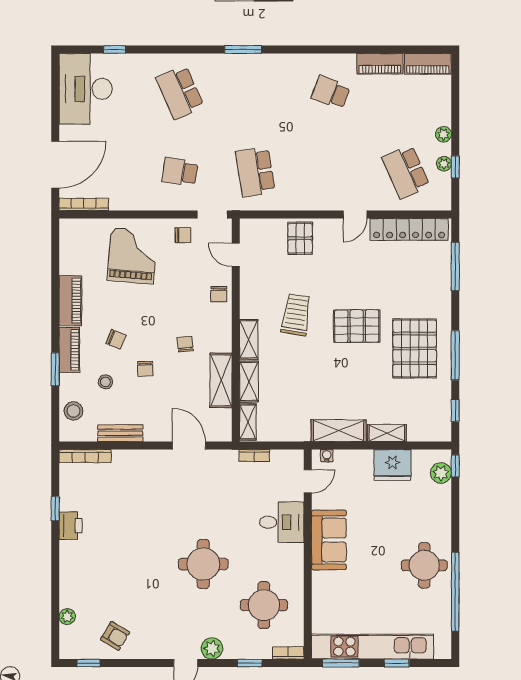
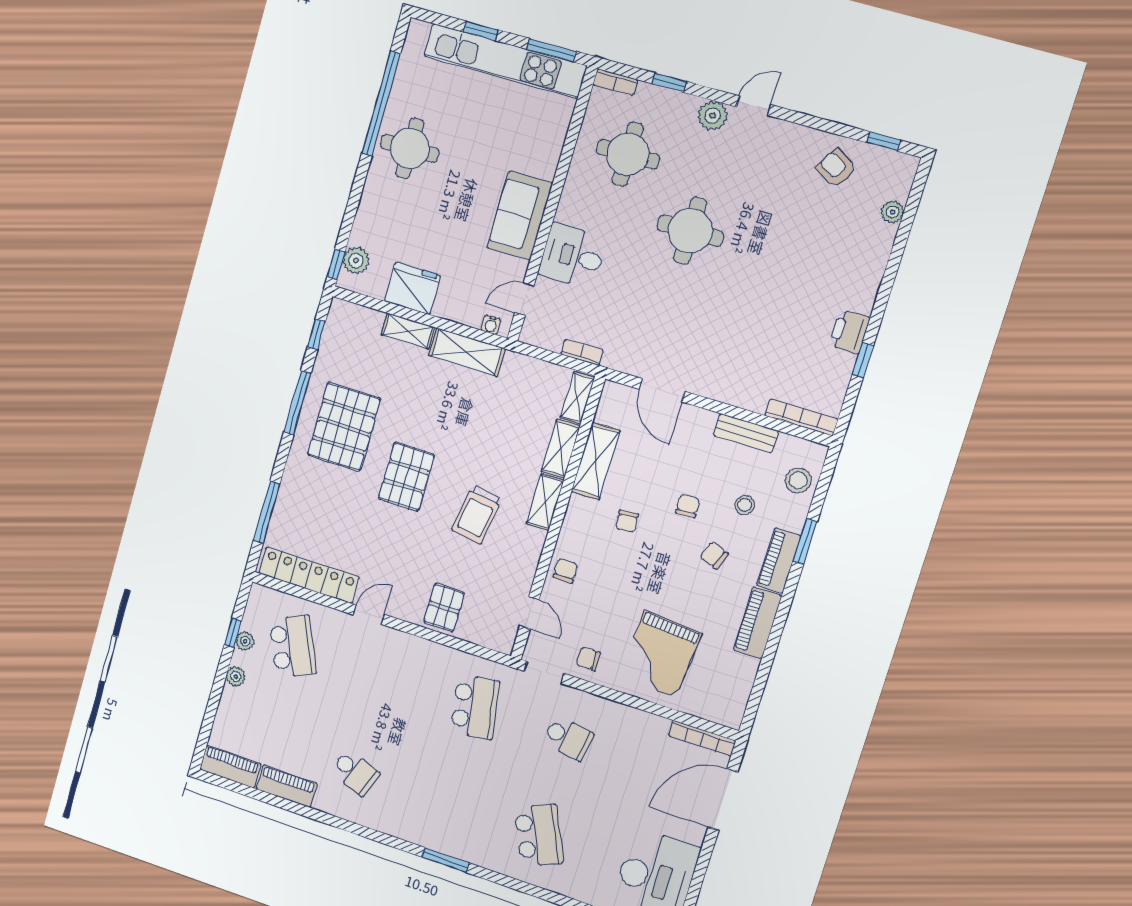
pallet: (357, 326) -> (406, 477), turned 90

